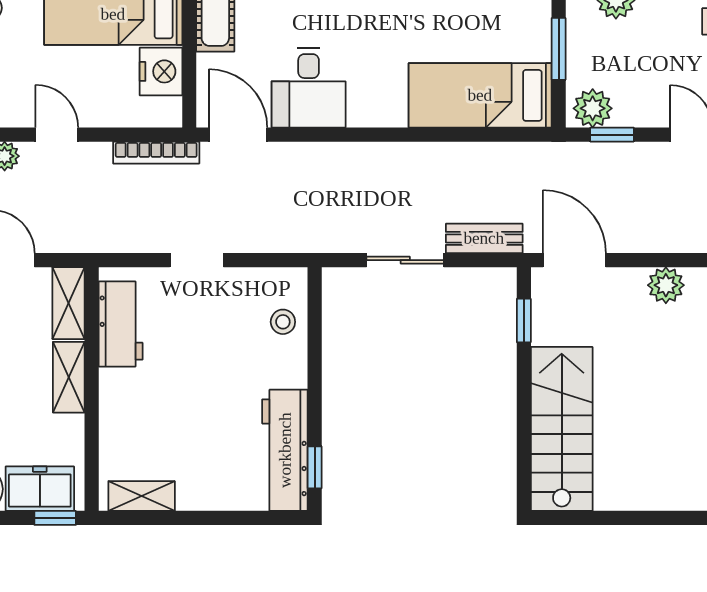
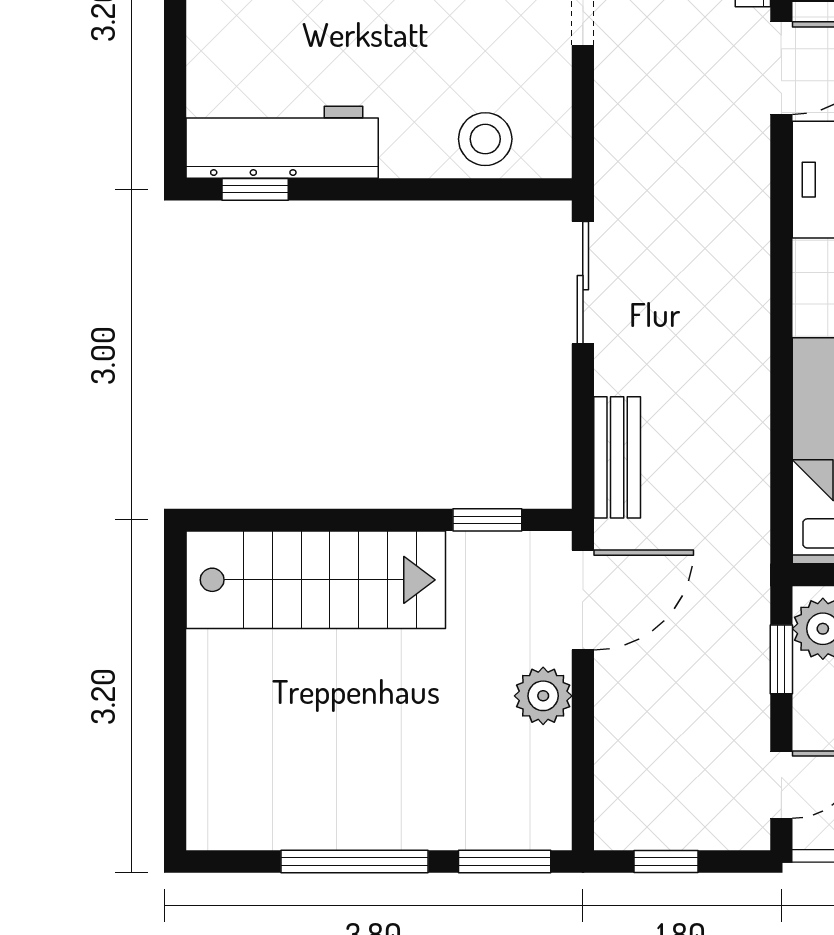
sliding door: (405, 260) -> (583, 283), moved
plant: (666, 285) -> (543, 696), moved
stool: (283, 322) -> (485, 139), width x1.37, depth x1.37

